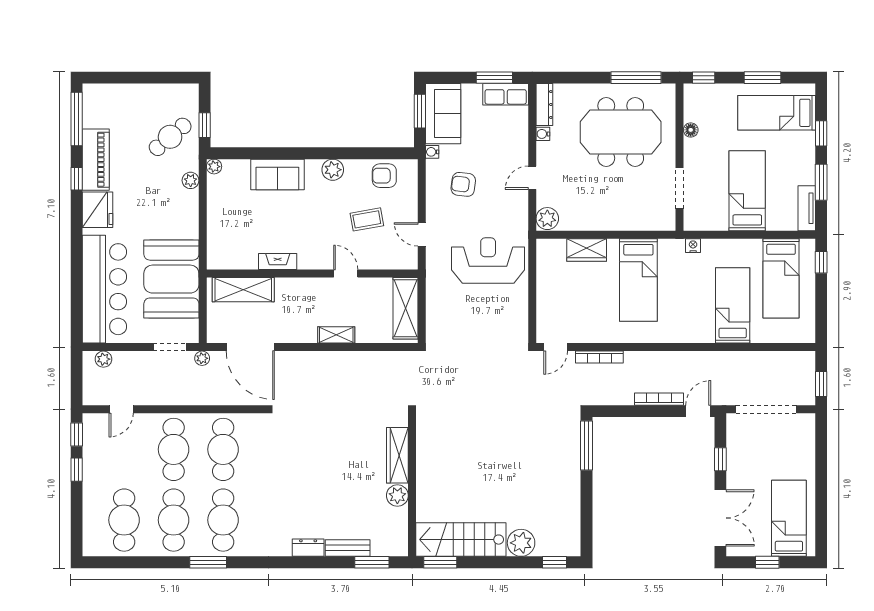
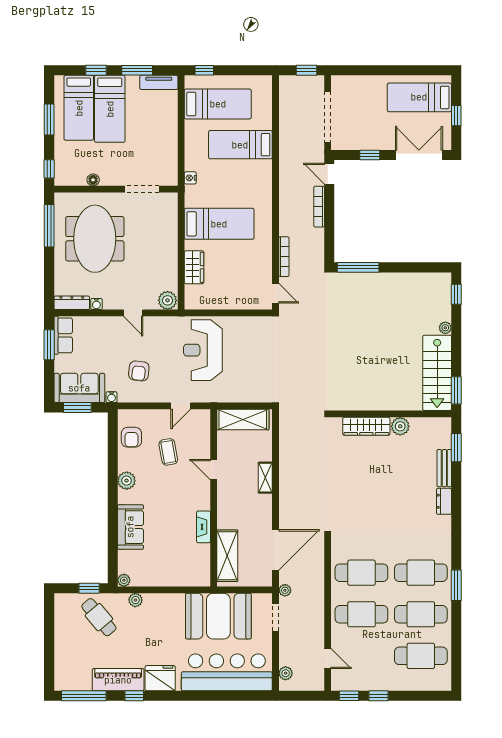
bed: (747, 191) -> (110, 109), moved, turned -90
door: (346, 273) -> (214, 470), hinge flipped
plant: (521, 543) -> (445, 328), width x0.53, depth x0.53

